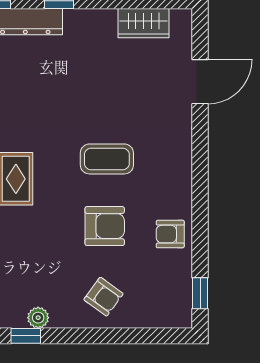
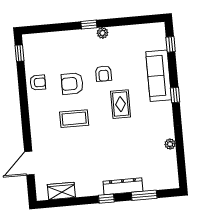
armchair: (103, 297) -> (104, 74), moved, turned -126
window: (26, 336) -> (89, 25), moved

